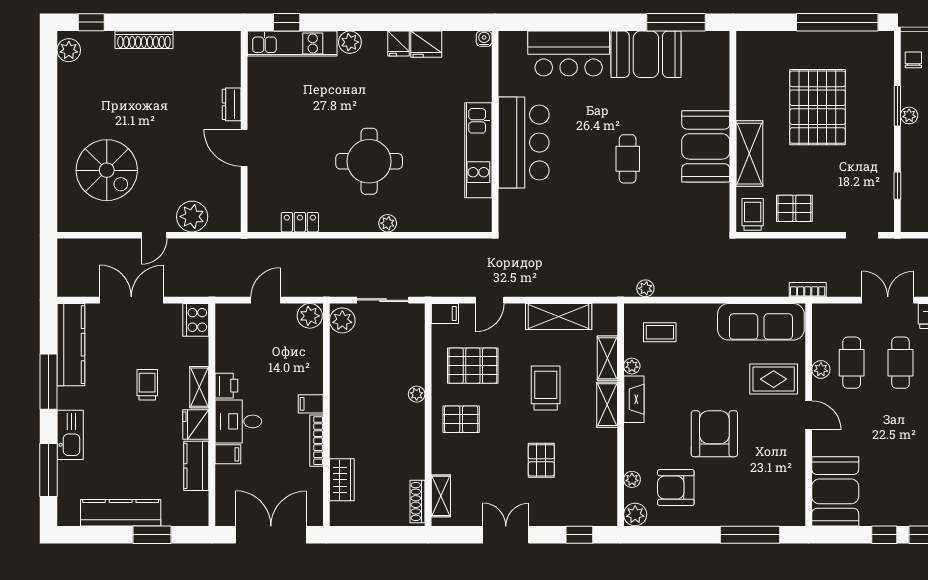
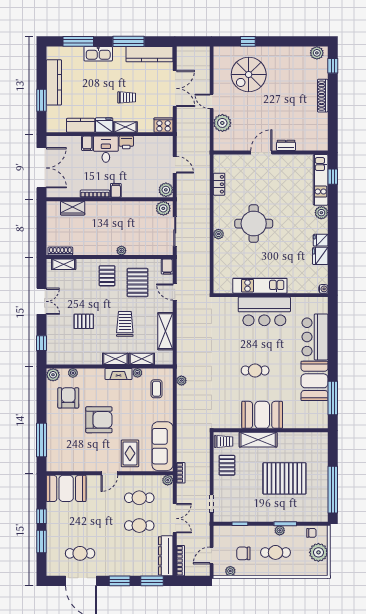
window: (48, 172) -> (248, 41), added
plant: (821, 369) -> (168, 480), moved
trolley: (546, 388) -> (125, 324), turned -90

